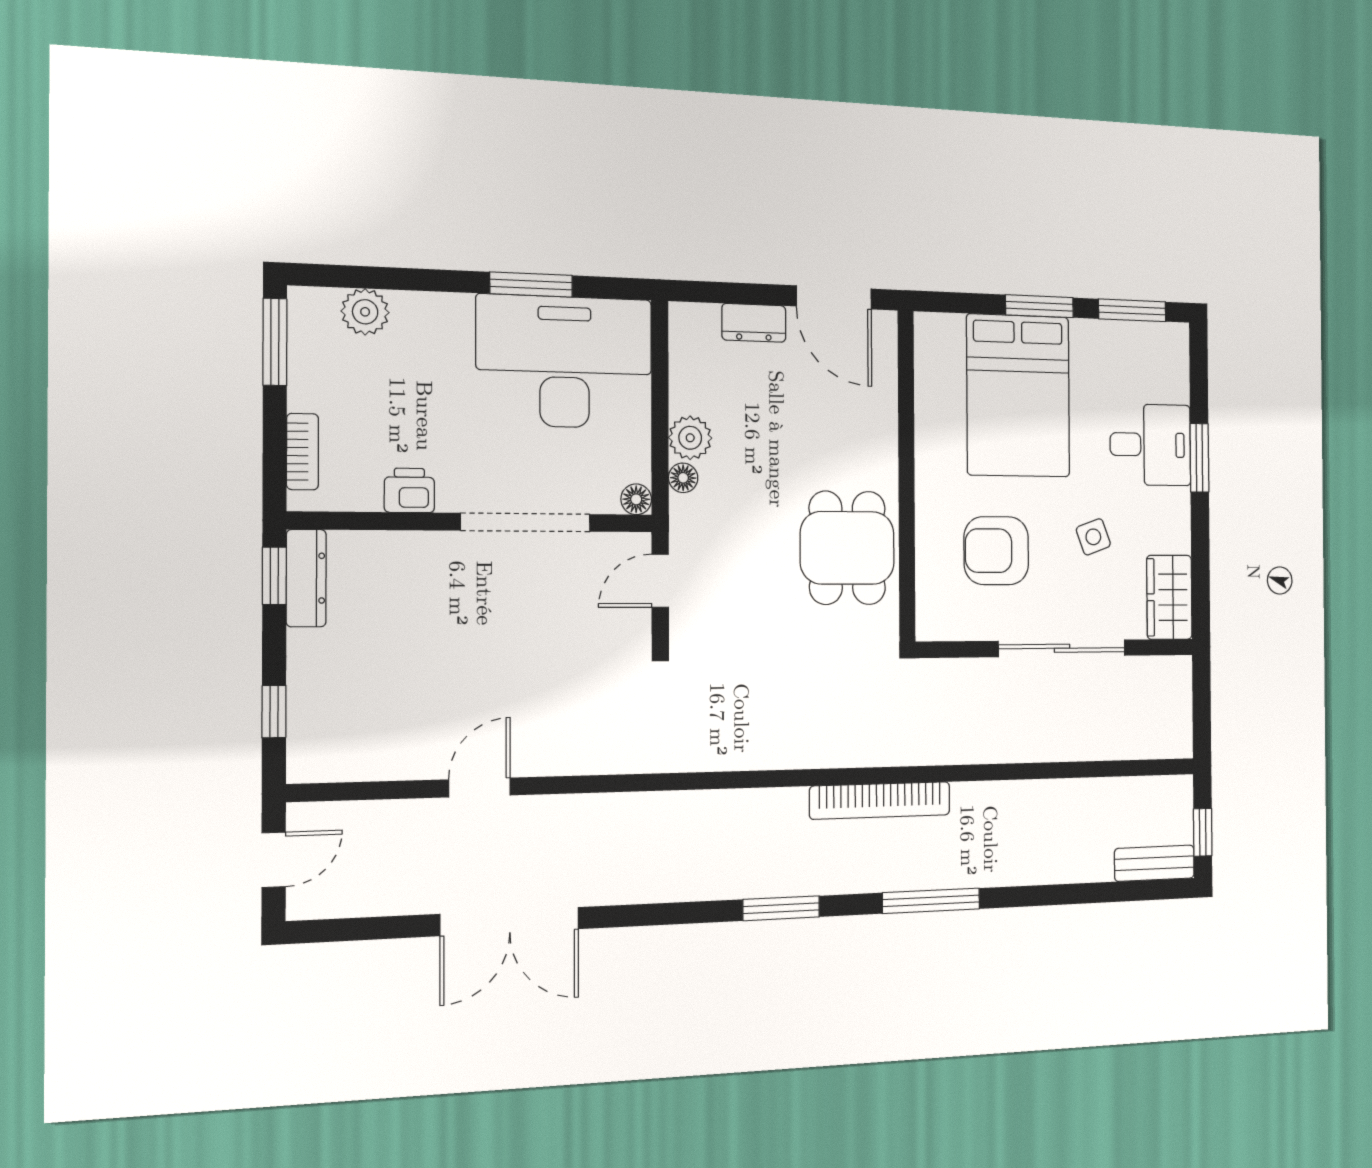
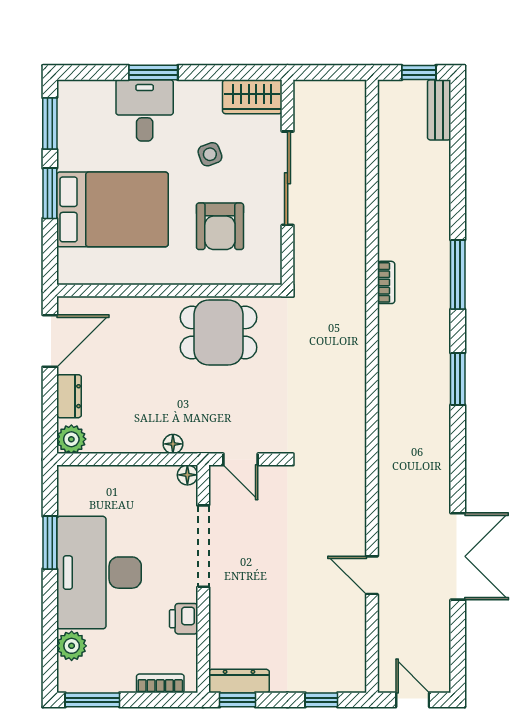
desk: (565, 362) -> (99, 573), moved
plant: (690, 438) -> (71, 439), moved
bookcase: (880, 801) -> (386, 282), width x0.43, depth x0.76

